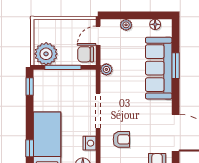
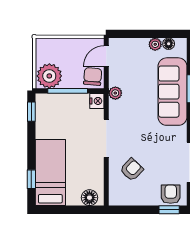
plant: (126, 25) -> (155, 44), moved
chair: (86, 54) -> (93, 76), turned 95
armchair: (121, 139) -> (132, 170), turned -46
nightstand: (89, 143) -> (97, 101), moved

